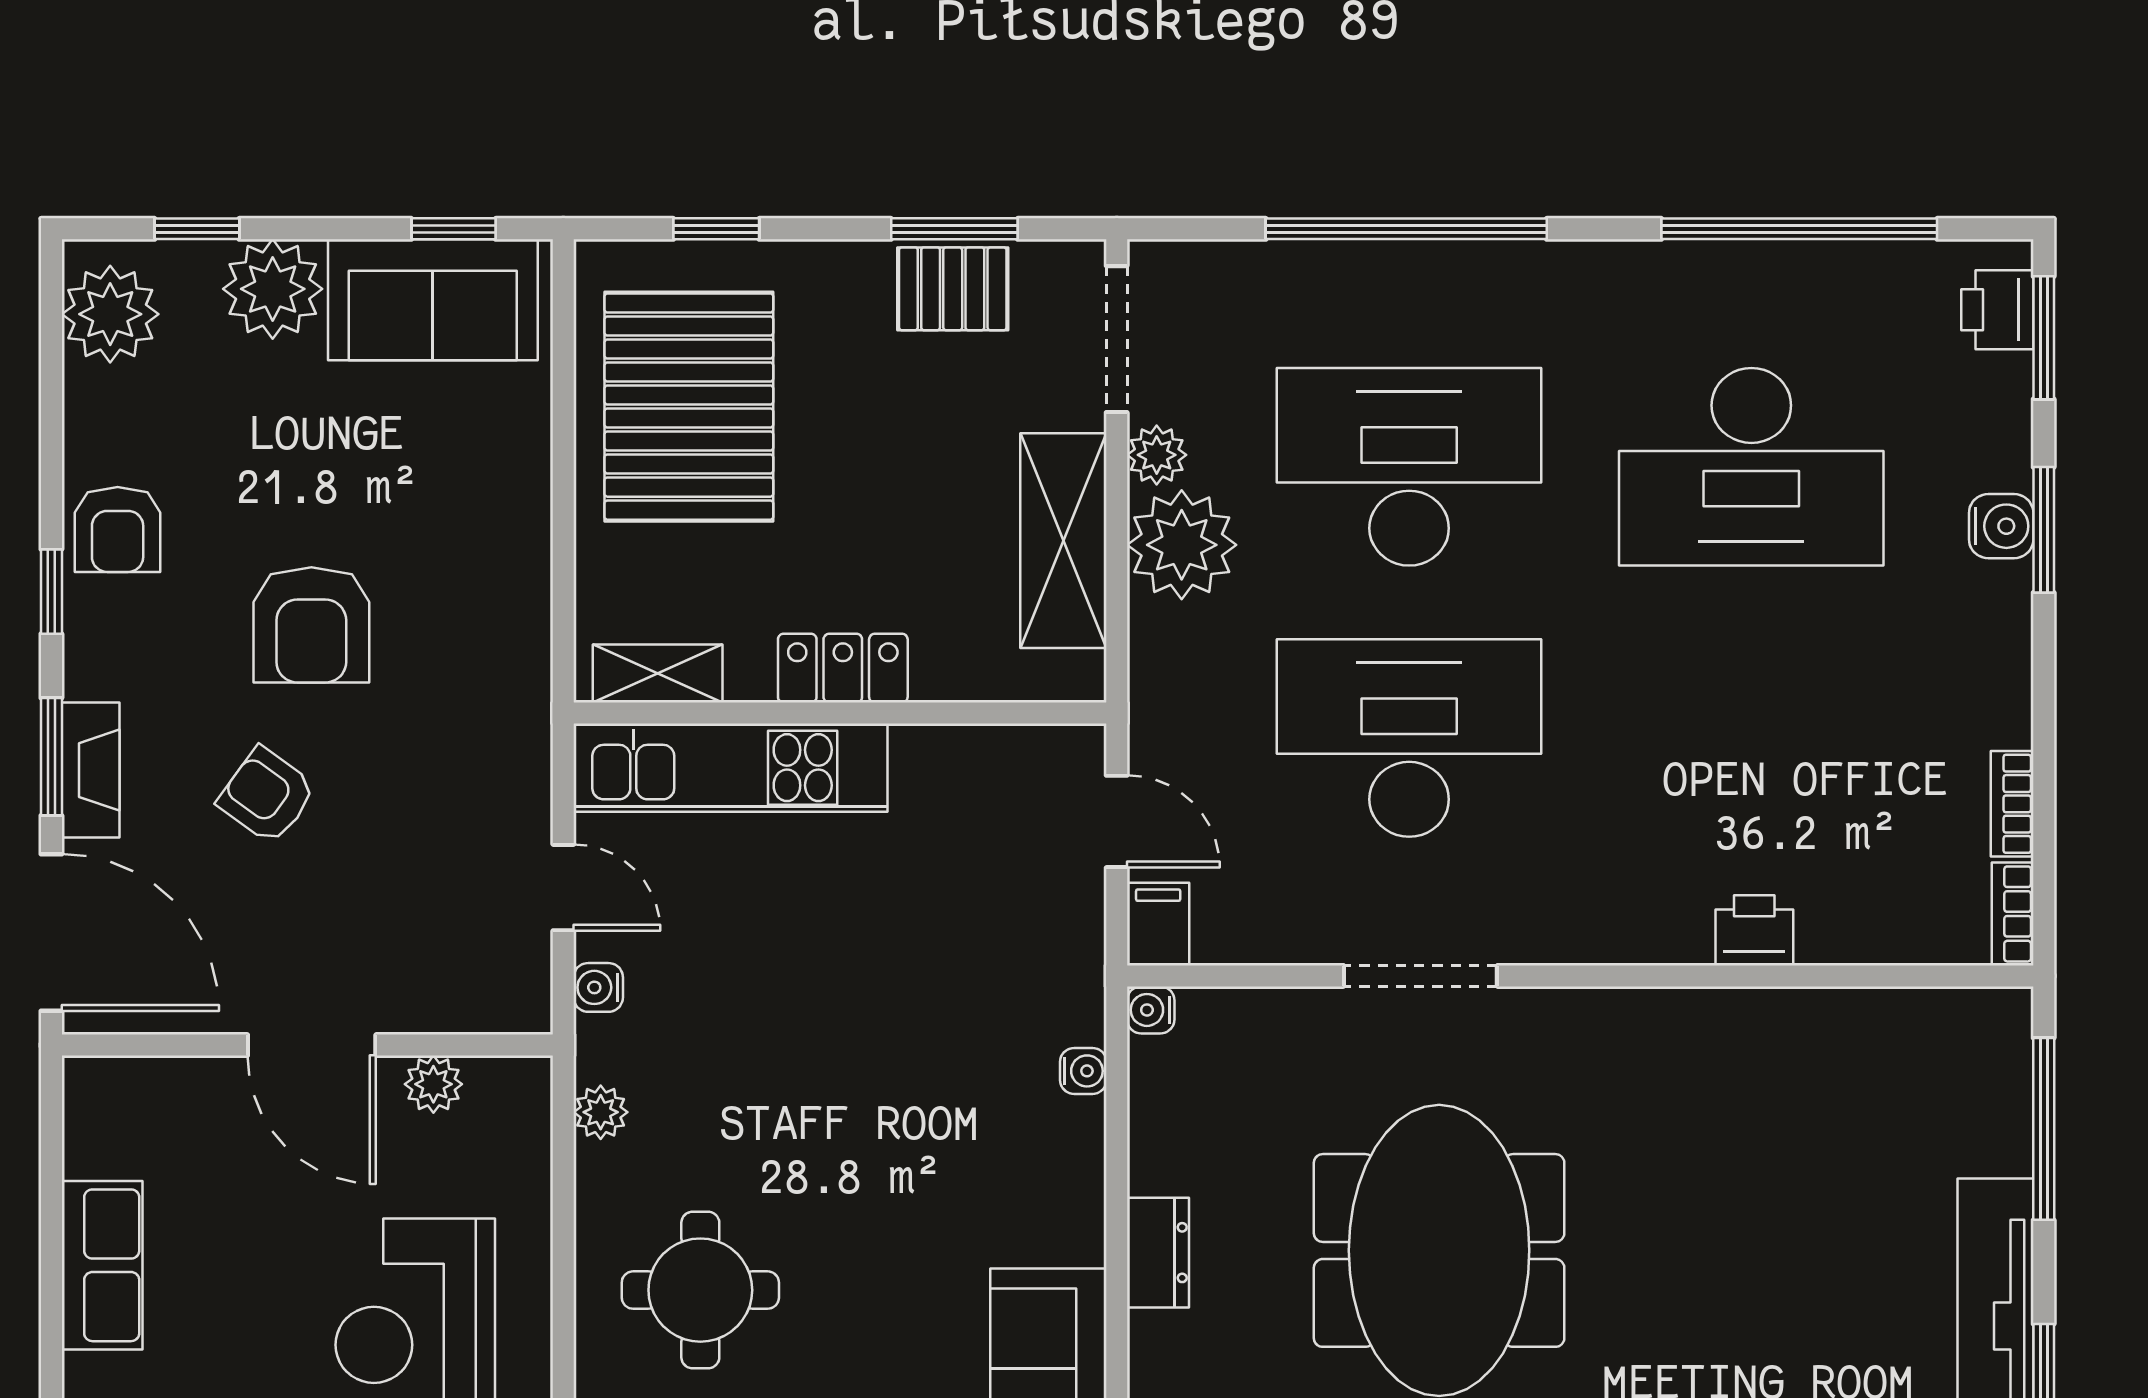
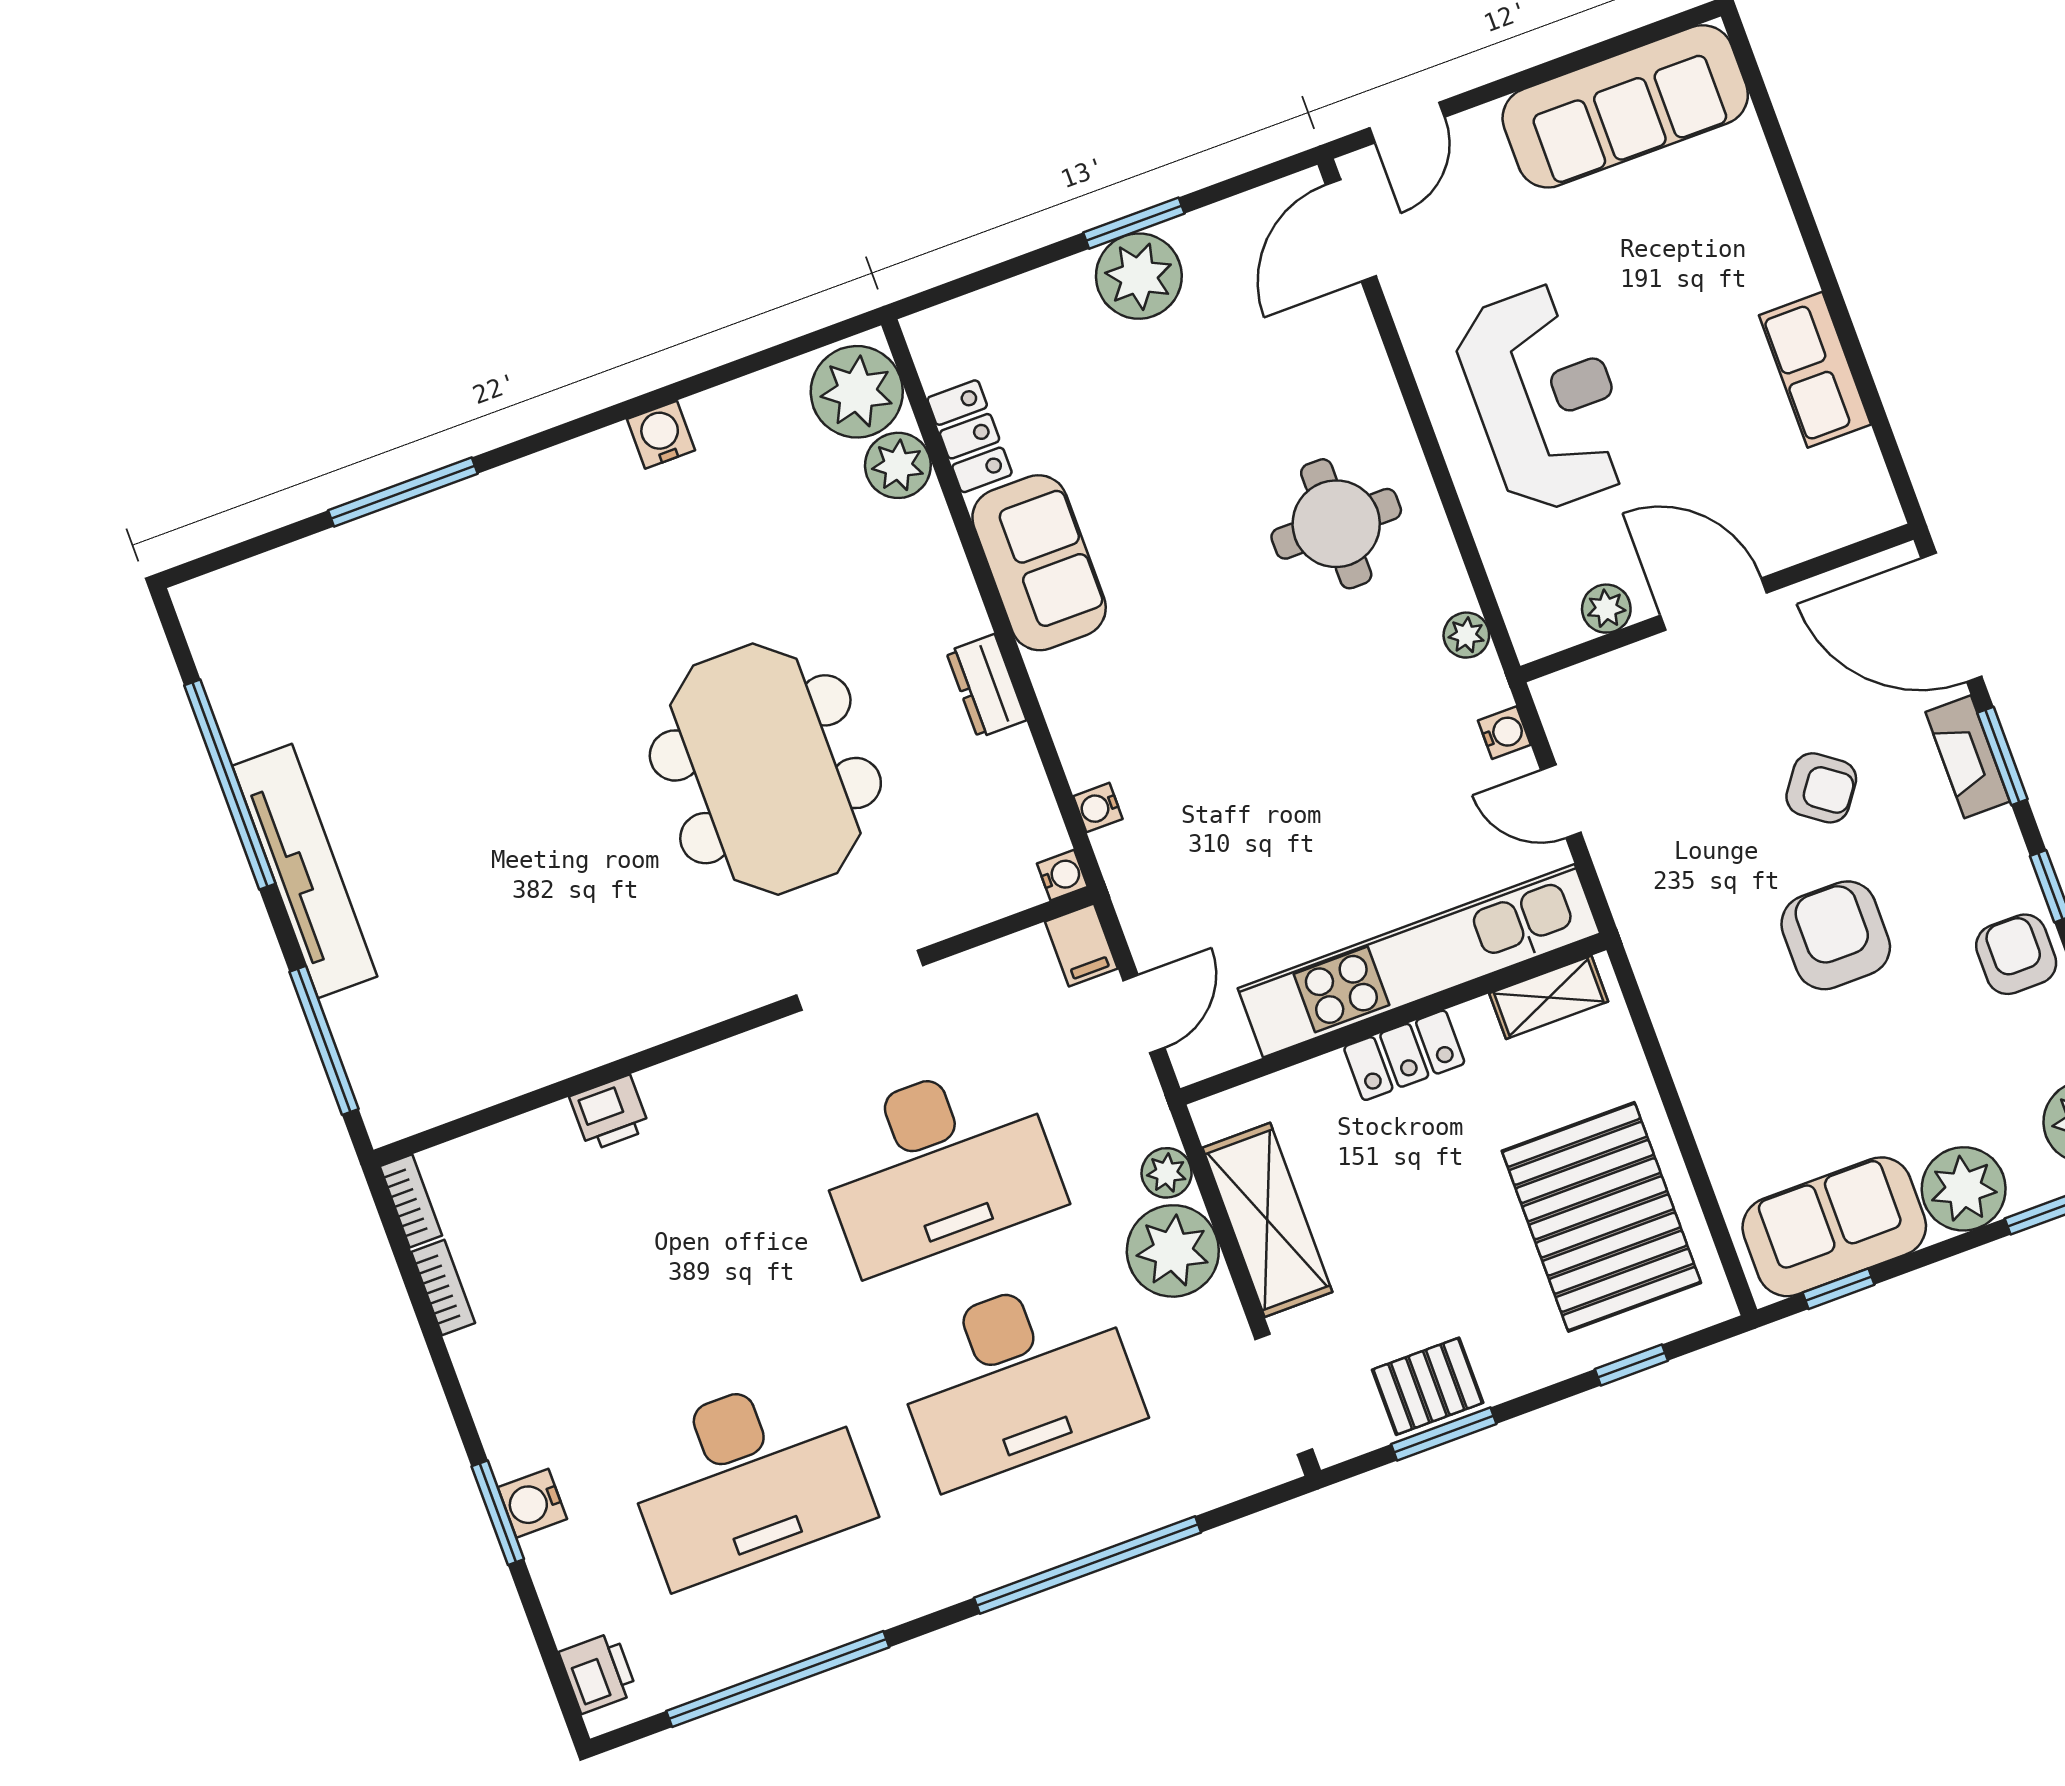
window: (2044, 338) -> (553, 1664), removed
plant: (1157, 455) -> (1167, 1173), moved
desk: (1751, 467) -> (746, 1478), turned 180
kitchen unit: (731, 768) -> (1419, 961), width x1.36
door: (1117, 821) -> (1144, 1014), swing flipped

